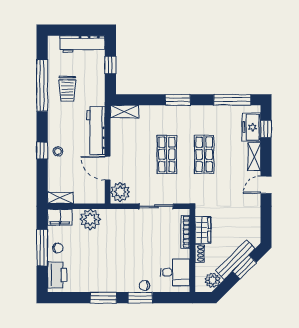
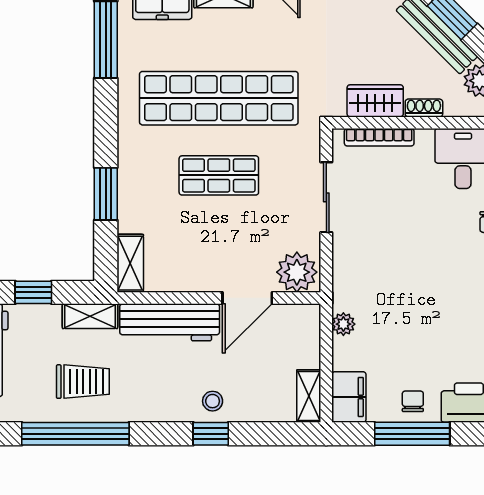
shelving: (99, 92) -> (90, 316), added
window: (178, 100) -> (106, 194), moved
shop shelf: (204, 154) -> (219, 98), width x2.00, depth x1.36
plant: (90, 219) -> (343, 324), width x0.53, depth x0.53

